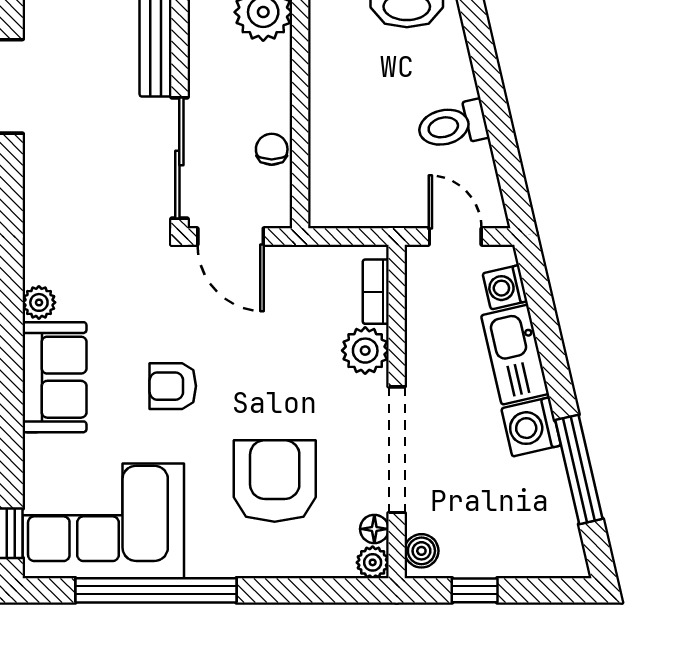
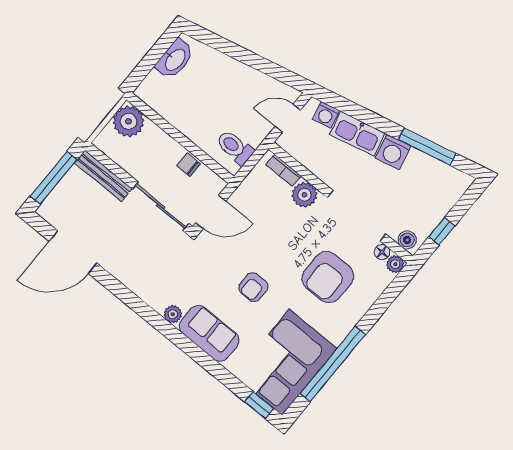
toilet: (452, 125) -> (235, 147), moved, turned 103
armchair: (275, 481) -> (328, 277), turned -90

